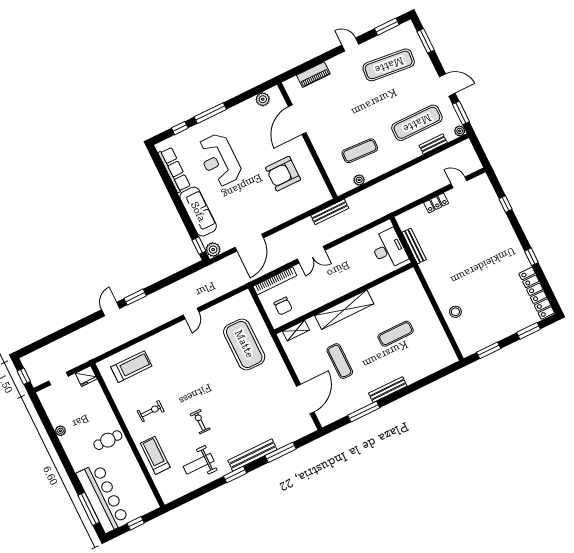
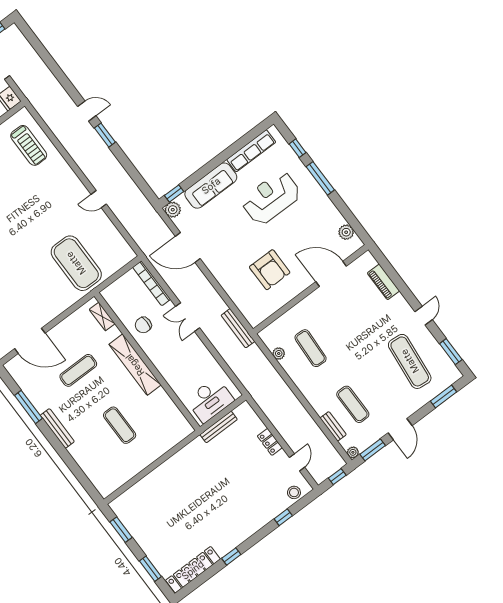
exercise mat: (417, 123) -> (353, 404), width x0.73, depth x0.69
window: (479, 149) -> (337, 477), added
armchair: (283, 174) -> (270, 270), turned 180
chair: (283, 306) -> (143, 325), moved
stool: (455, 312) -> (294, 492), moved
exercise mat: (244, 344) -> (76, 263), turned 90

